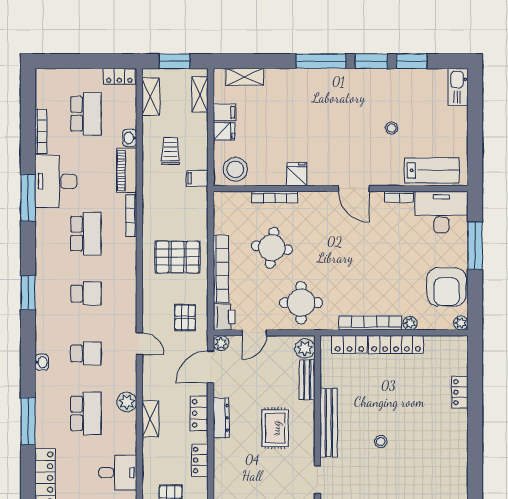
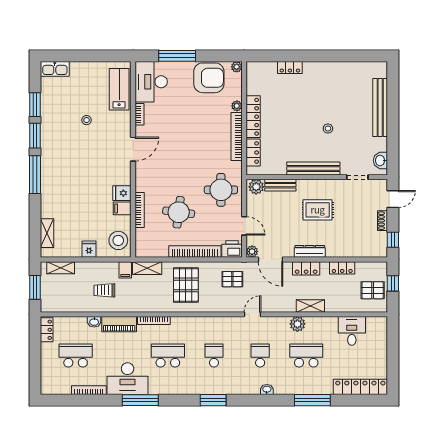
shelving: (151, 97) -> (147, 268), moved
filing cabinet: (225, 112) -> (122, 208), moved, turned -90

